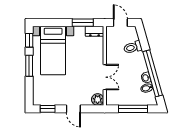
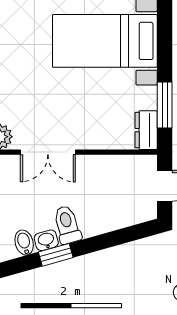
toilet: (133, 47) -> (67, 225), moved
window: (153, 73) -> (56, 255), width x0.32

